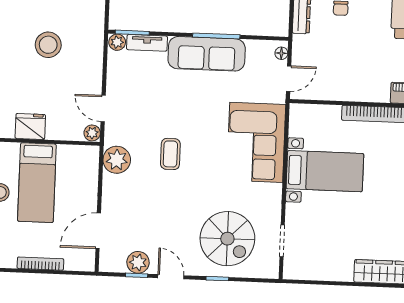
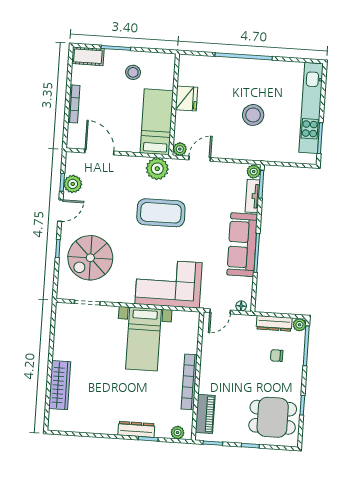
door: (289, 79) -> (220, 311), hinge flipped
coffee table: (170, 154) -> (161, 213), width x1.86, depth x1.72
bed: (37, 183) -> (157, 122), moved, turned 90

